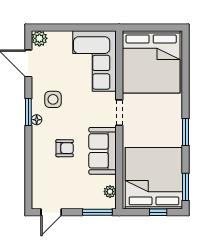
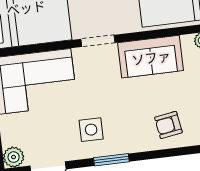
floor lamp: (37, 120) -> (120, 148), removed
armchair: (65, 148) -> (168, 125), moved, turned -99

